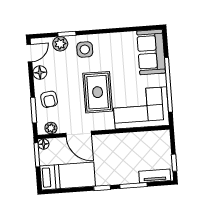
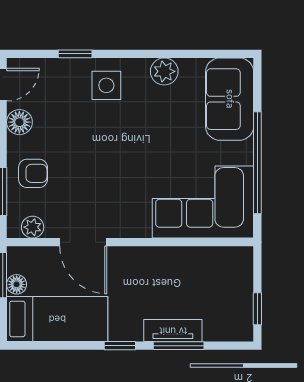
plant: (60, 44) -> (164, 71), moved
rug: (98, 92) -> (124, 167), removed
armchair: (49, 99) -> (33, 173), turned -82
floor lamp: (44, 144) -> (17, 284), moved
tv unit: (155, 176) -> (173, 331), moved

